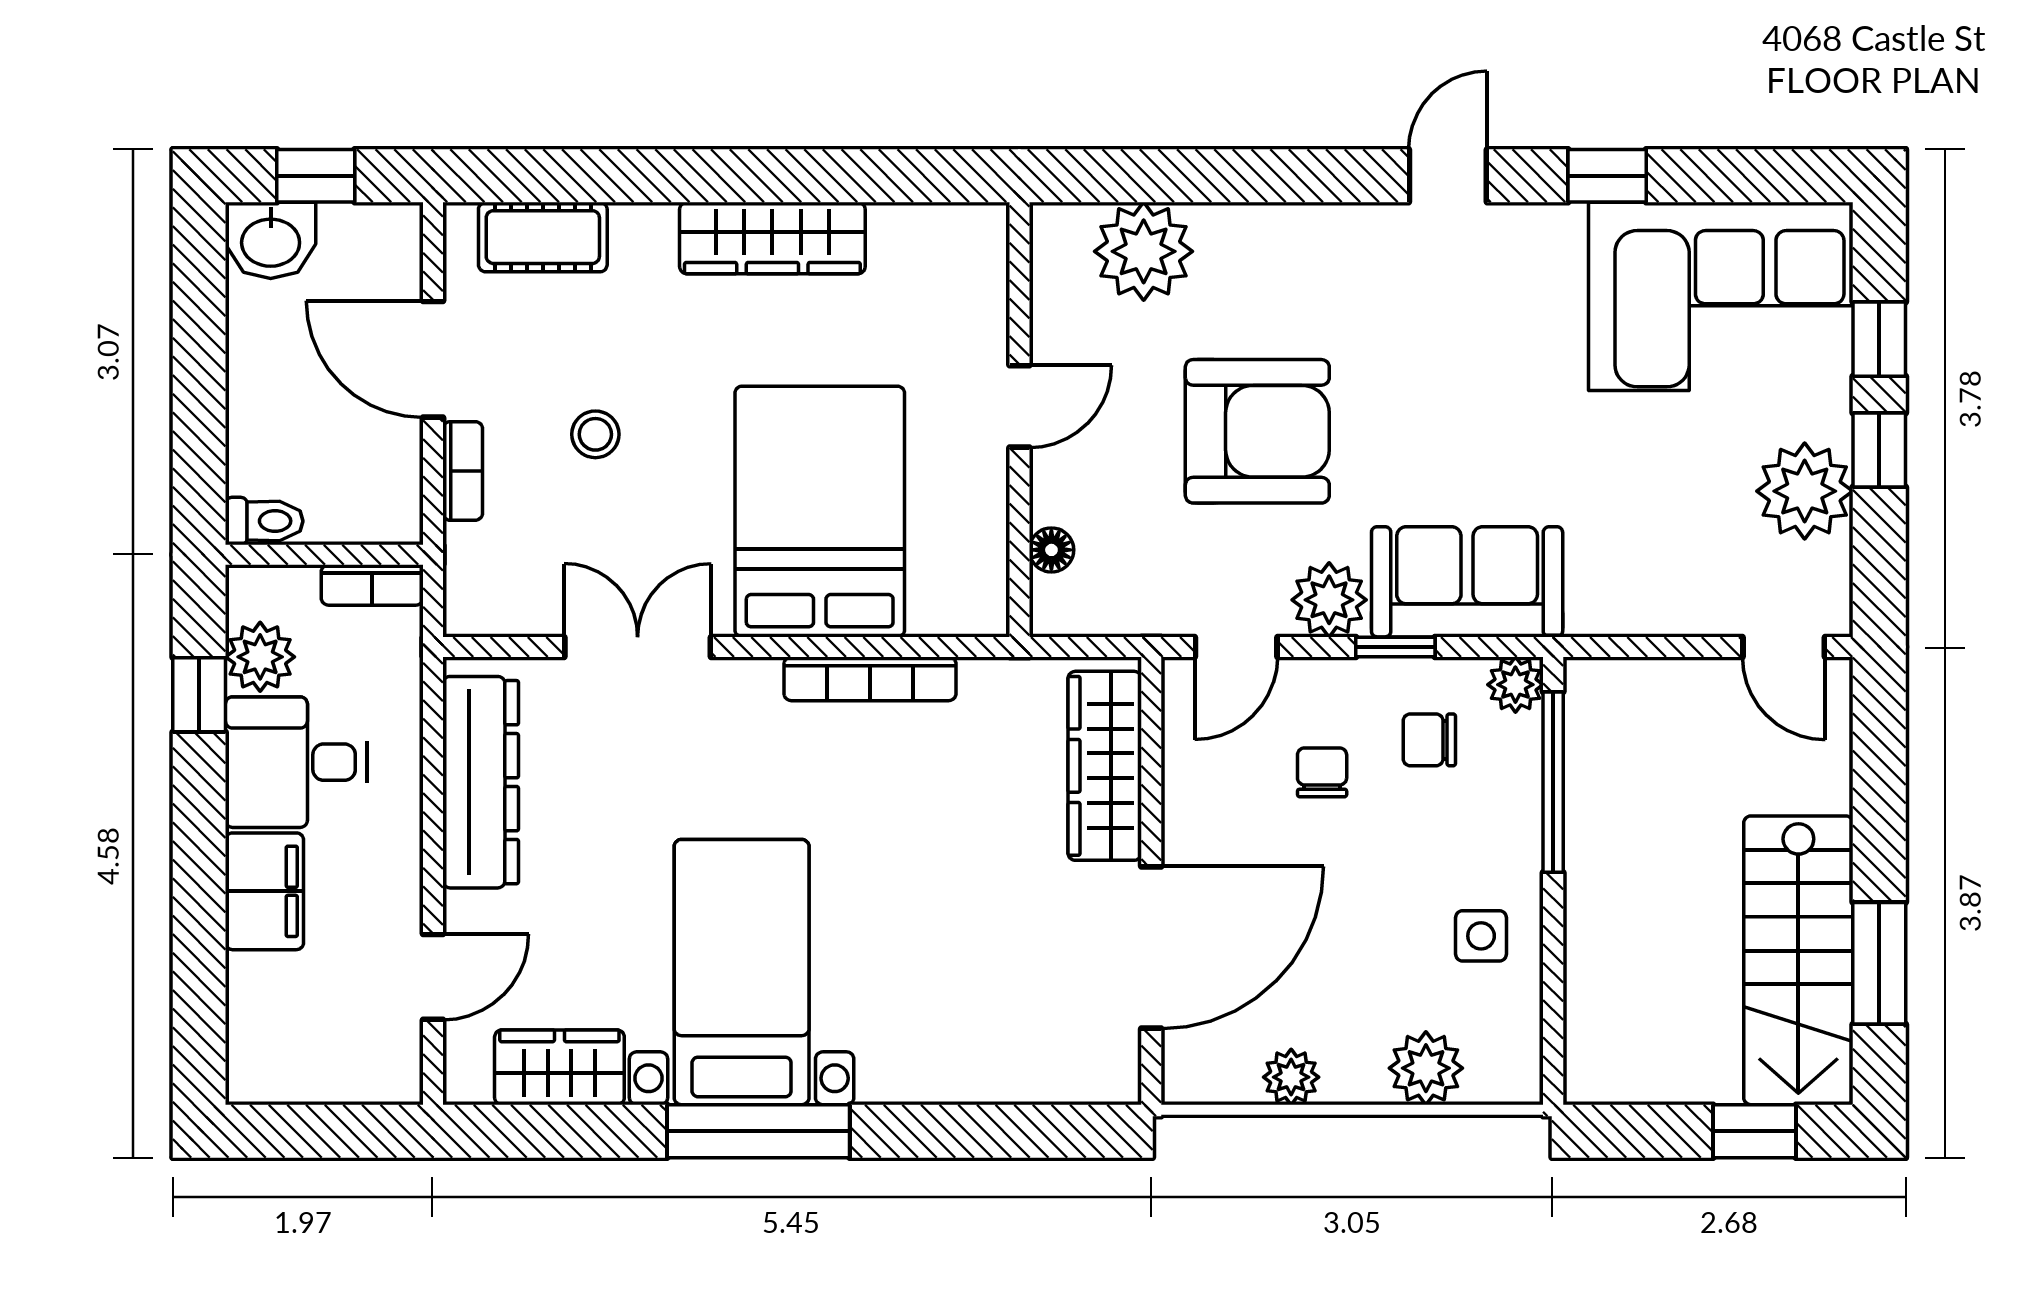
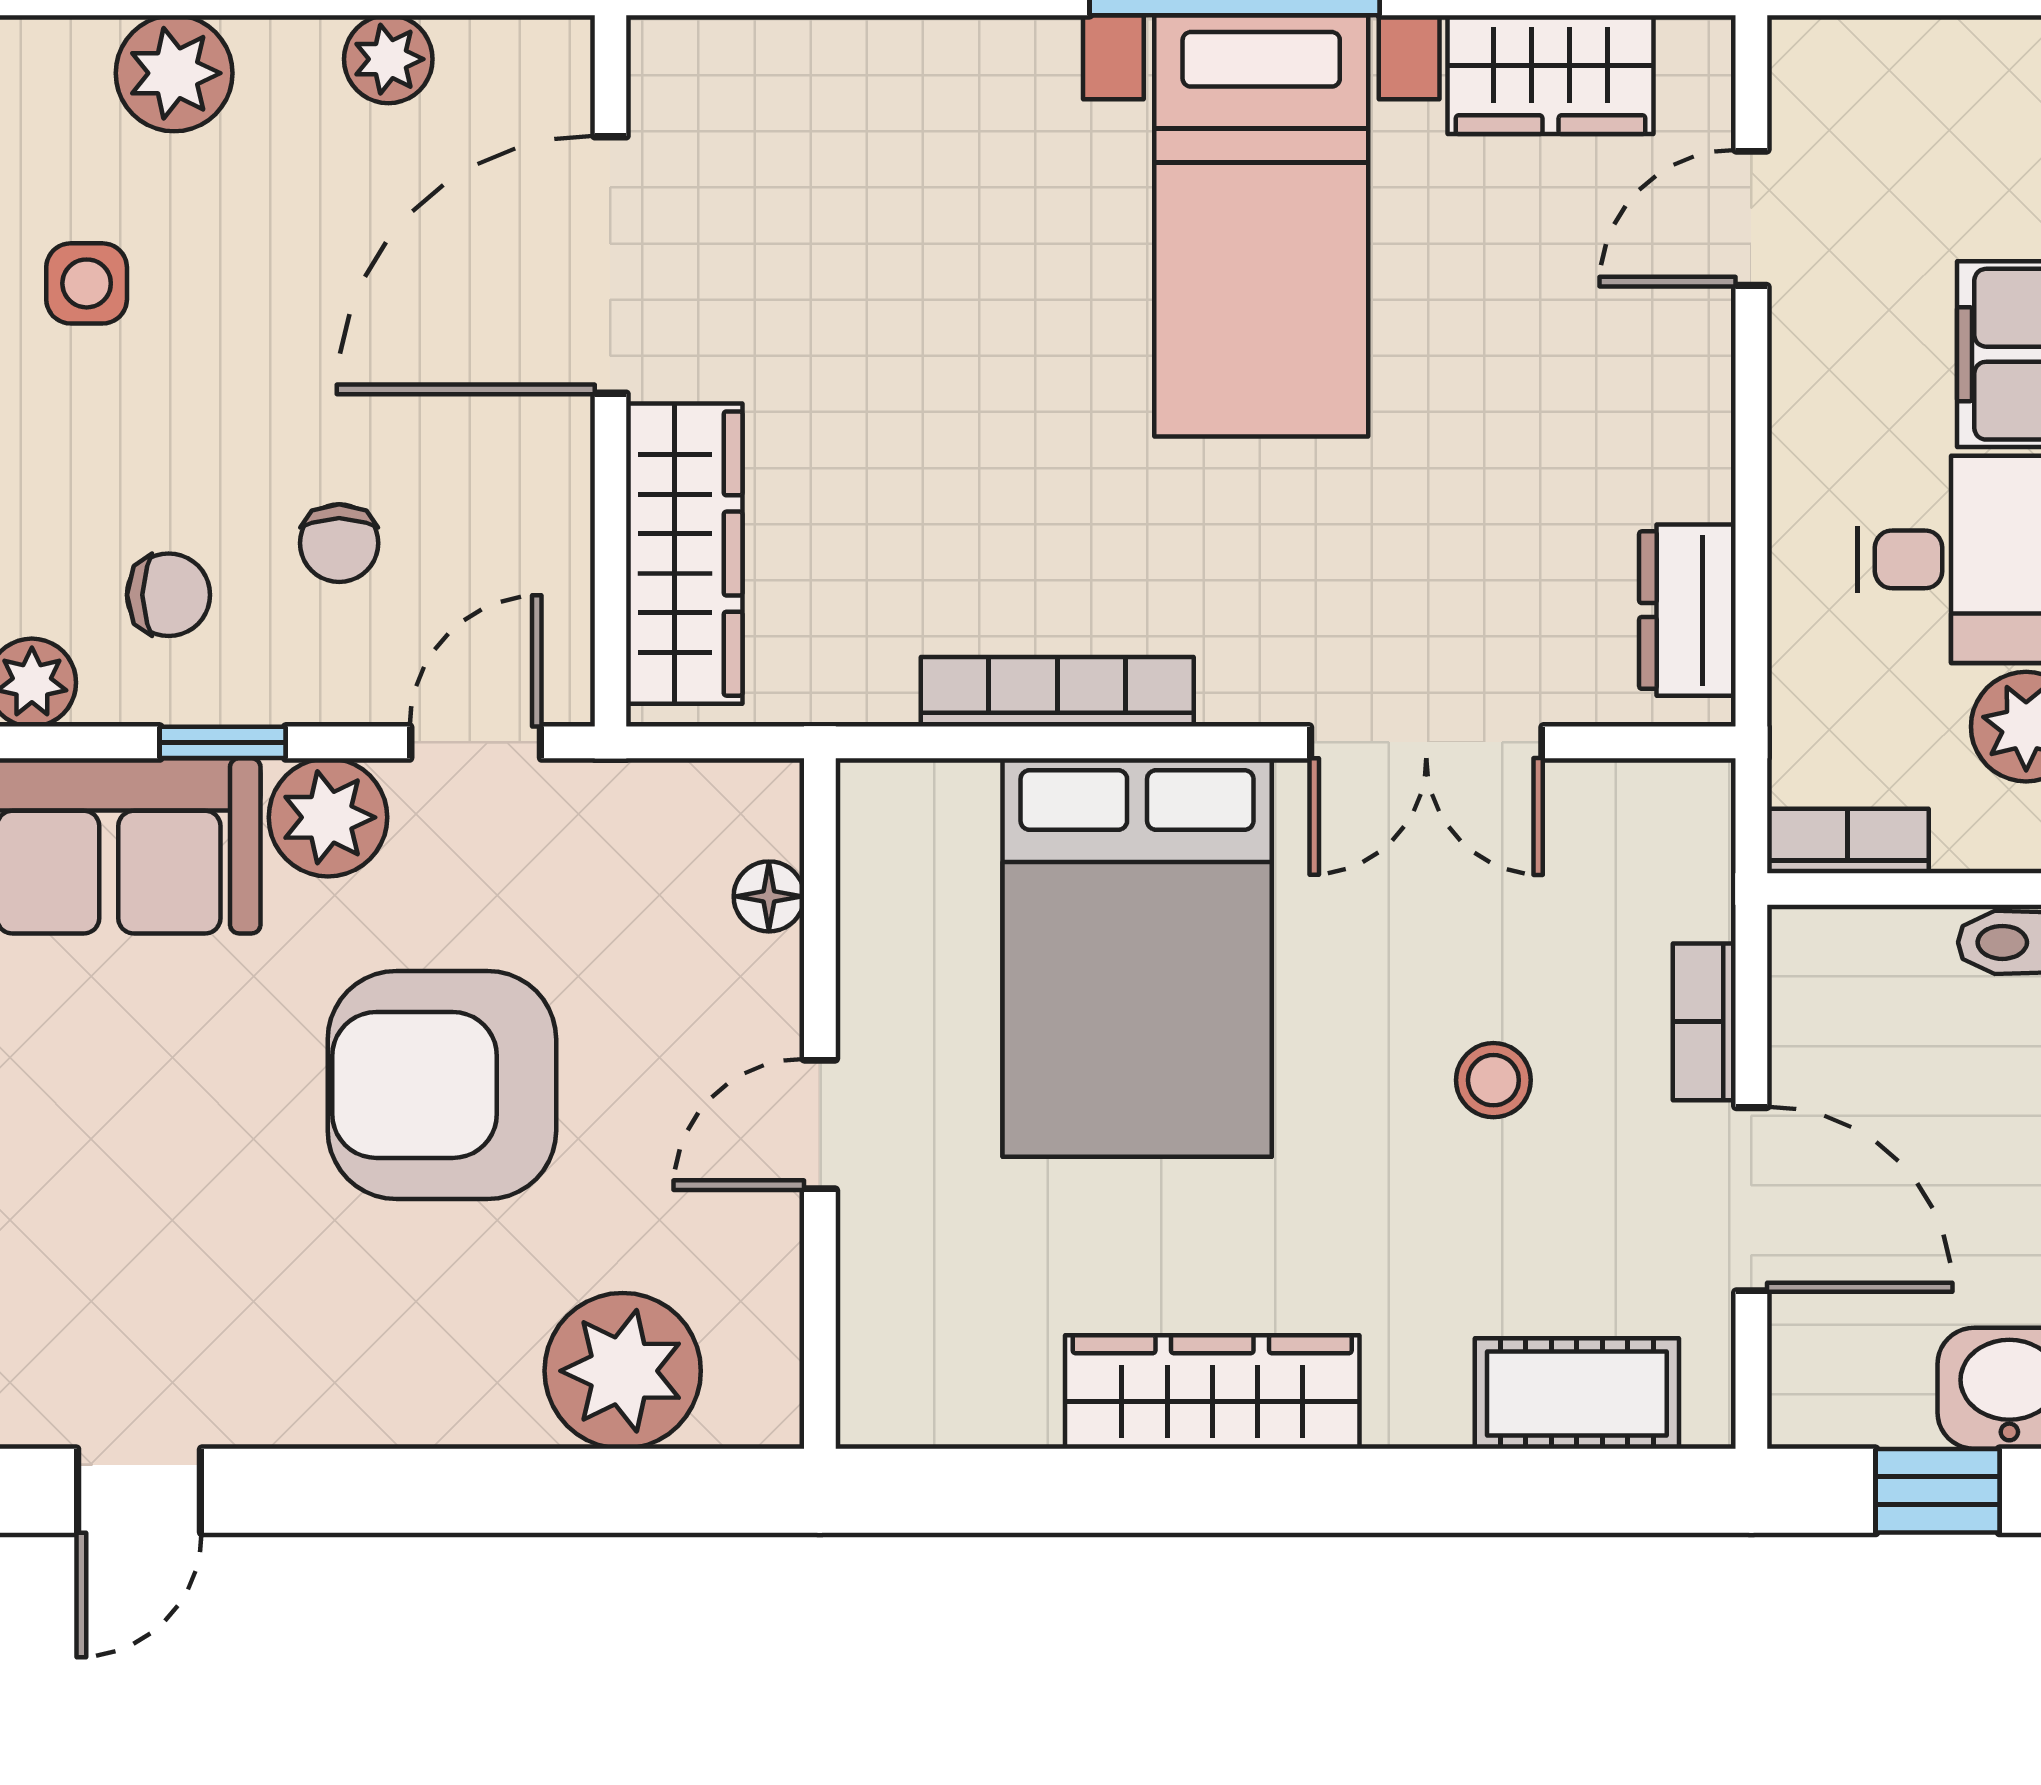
dresser: (481, 782) -> (1687, 610), width x0.51, depth x0.80

